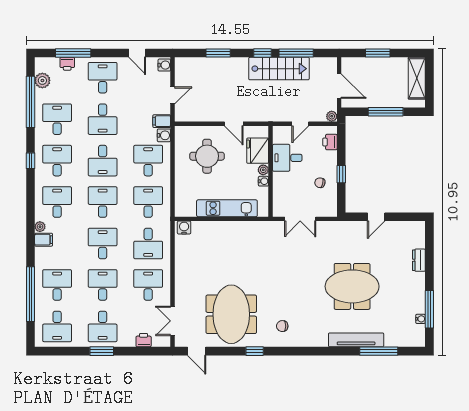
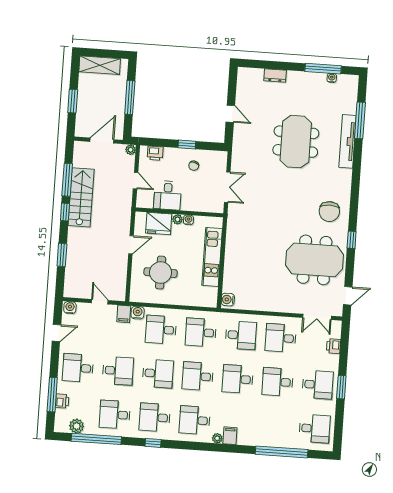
desk: (57, 285) -> (275, 426), removed
chair: (282, 326) -> (329, 212), width x1.87, depth x1.87

